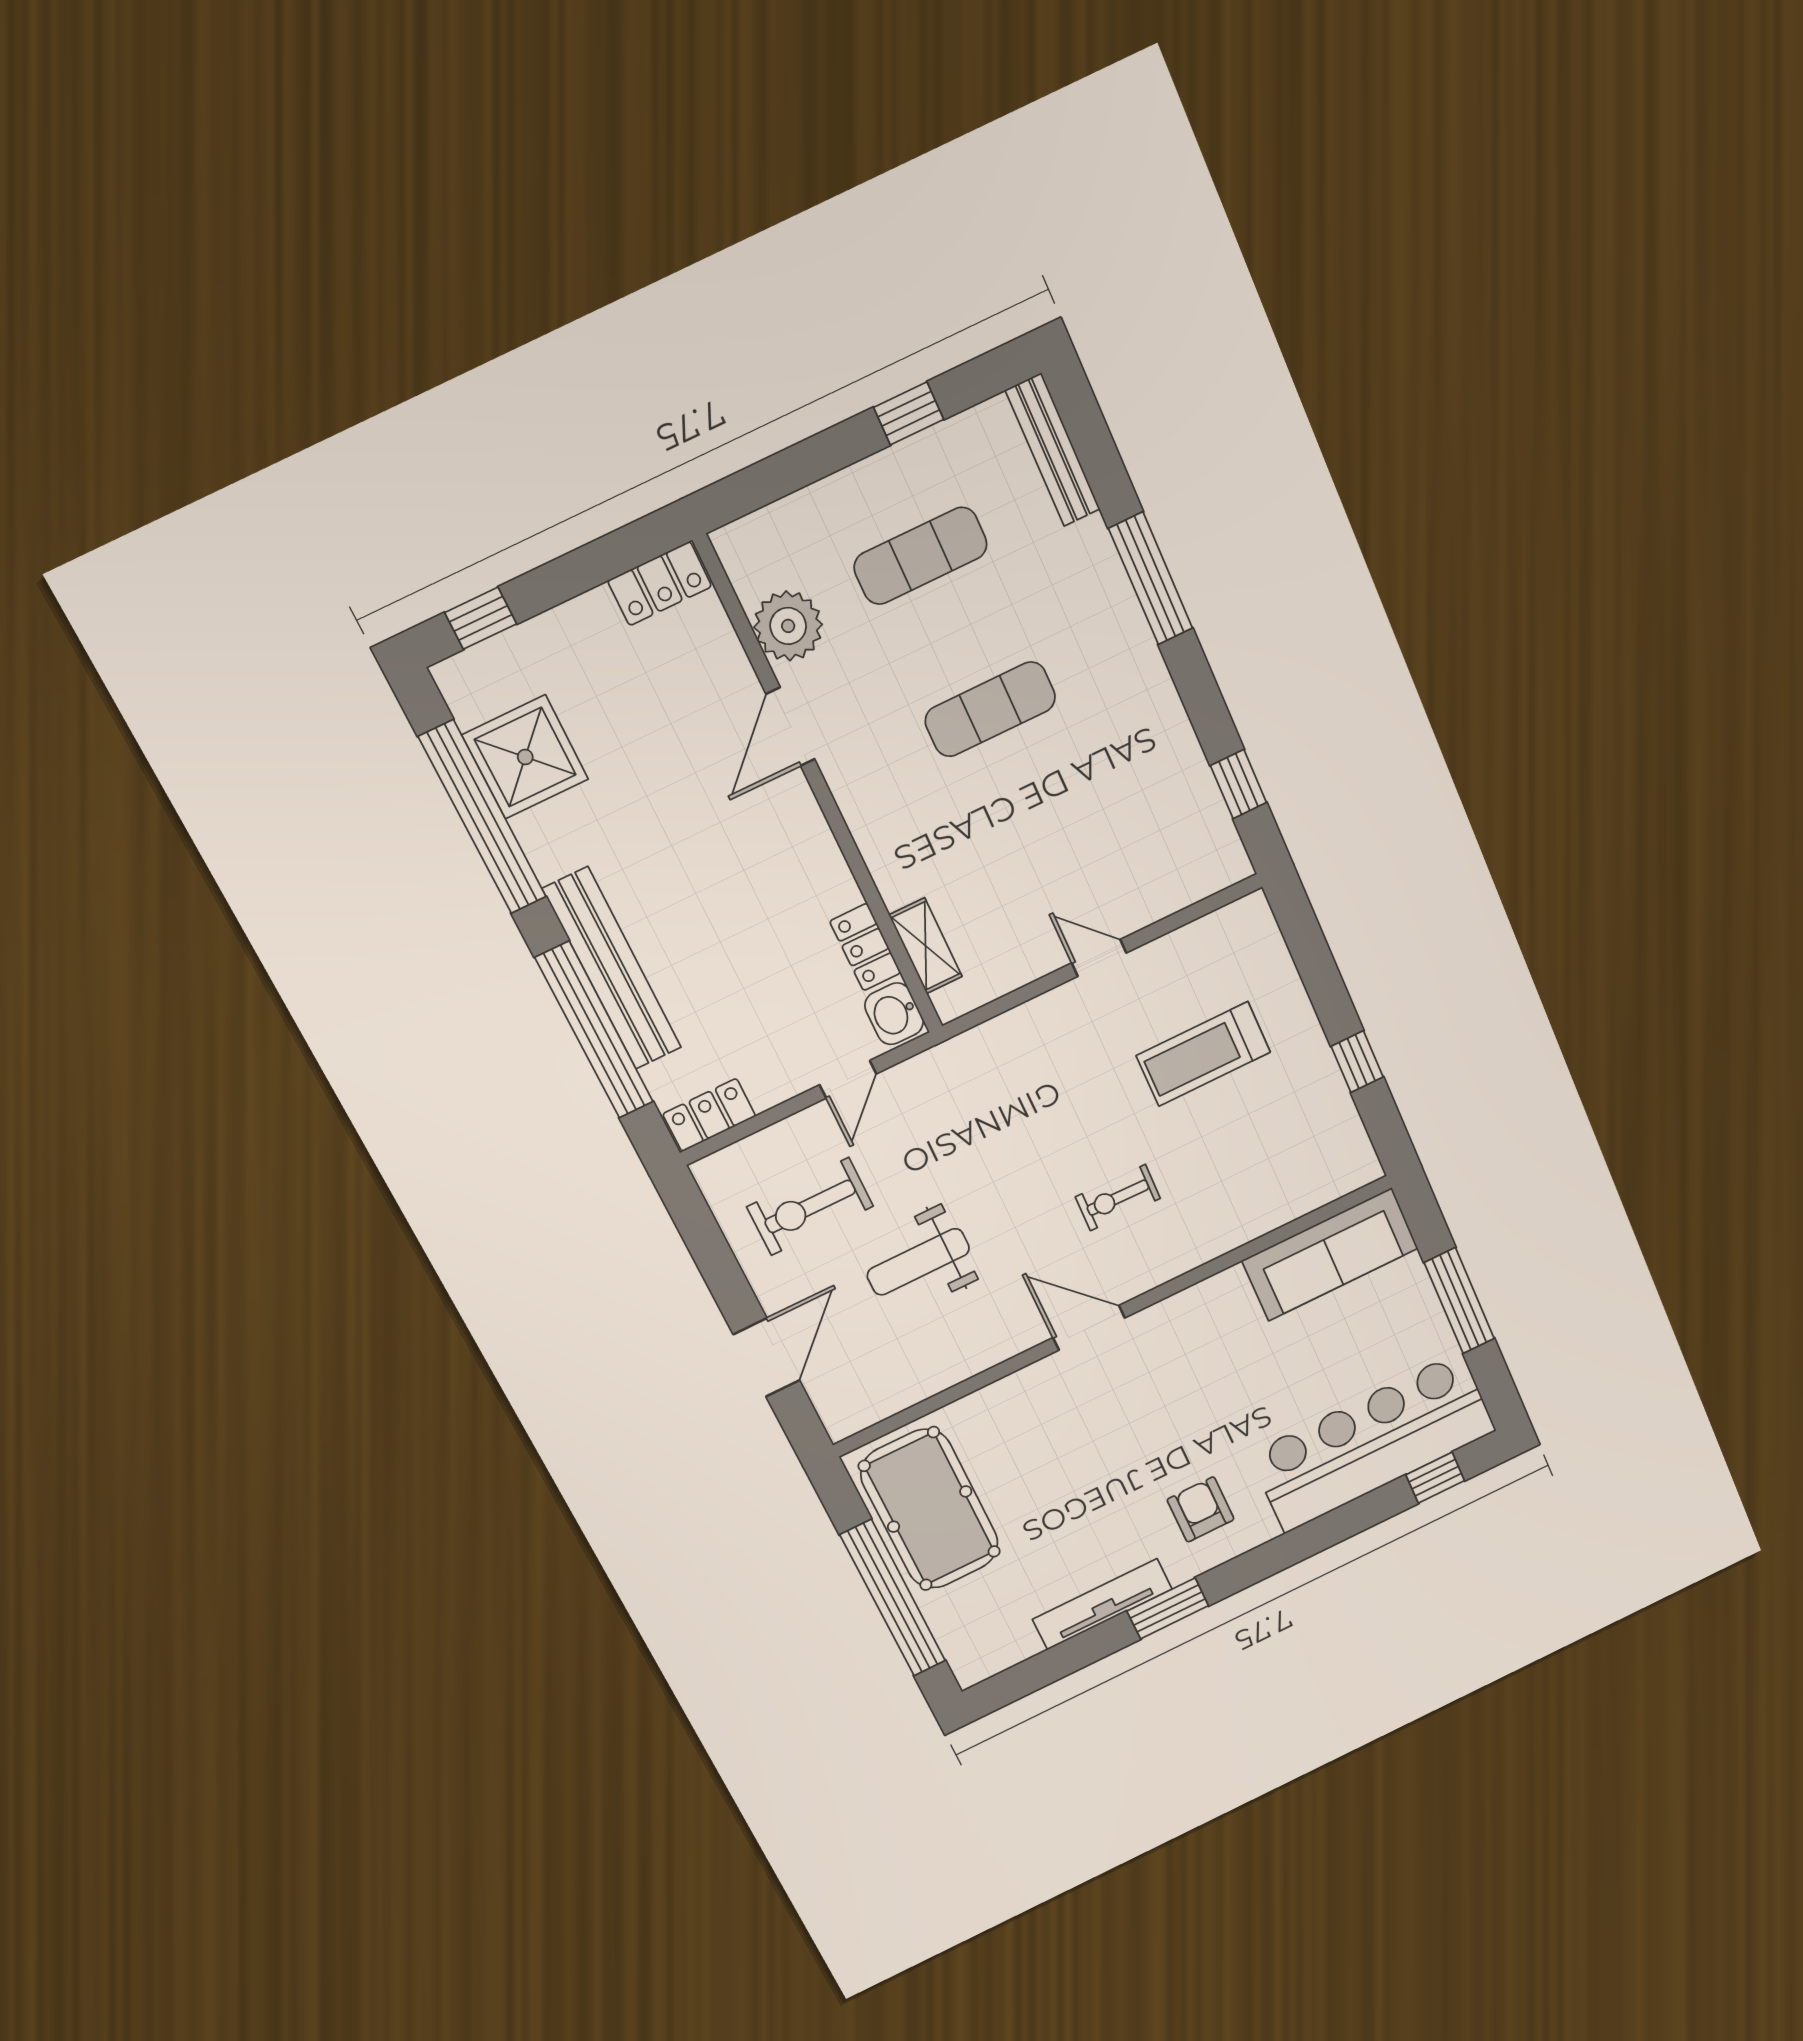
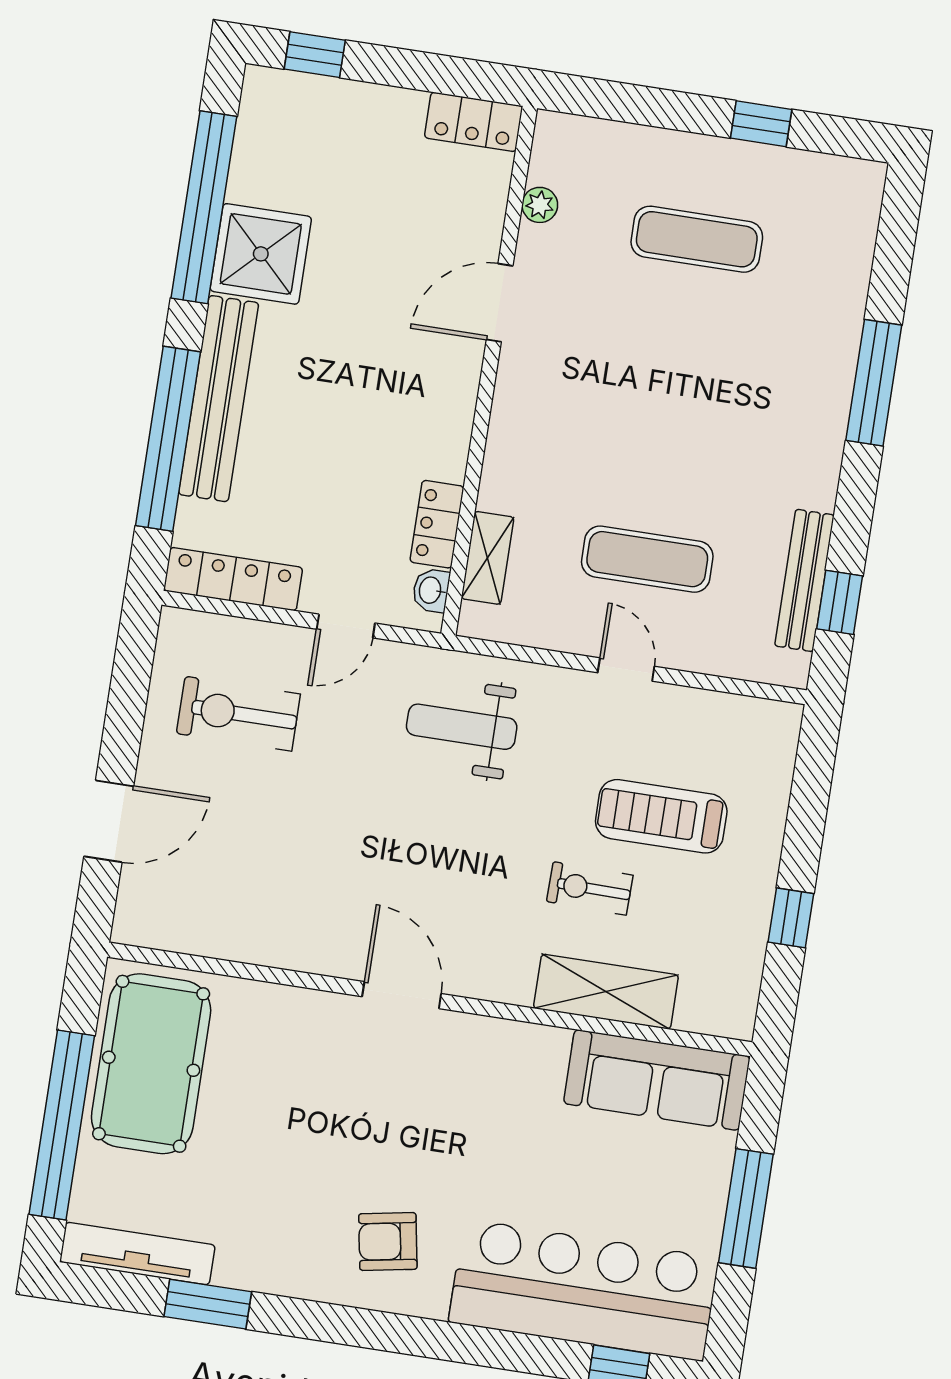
bench: (1053, 450) -> (804, 580), moved
plant: (788, 626) -> (540, 205), width x0.53, depth x0.53
exercise mat: (990, 709) -> (647, 559), moved
shower: (525, 757) -> (261, 254), moved
washbasin: (894, 1014) -> (431, 590), width x0.72, depth x0.69
locker: (709, 1115) -> (233, 579), width x1.53
exercise bike: (1118, 1198) -> (590, 888), moved
shelving: (1247, 1216) -> (606, 992), added
weight bench: (918, 1262) -> (462, 727), moved
armchair: (1201, 1509) -> (388, 1241), turned -100
tv unit: (1102, 1604) -> (137, 1254), moved
window: (1168, 1608) -> (208, 1304), moved

